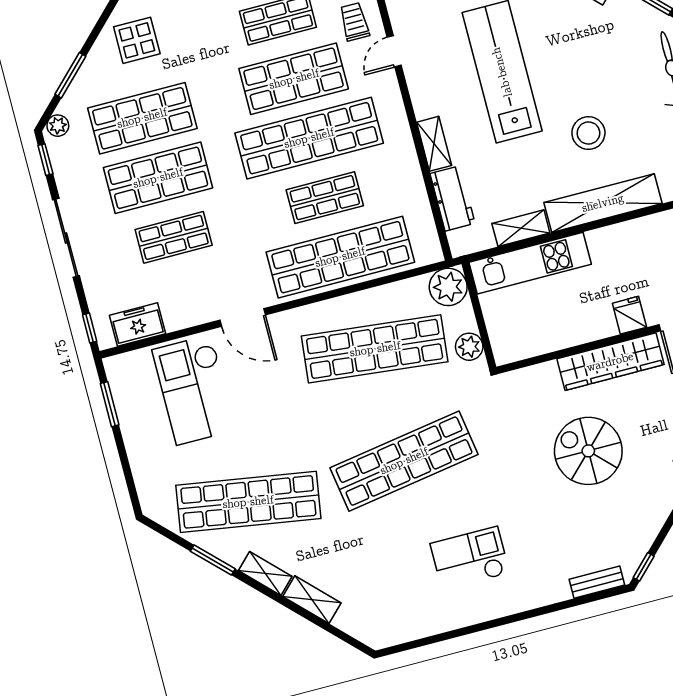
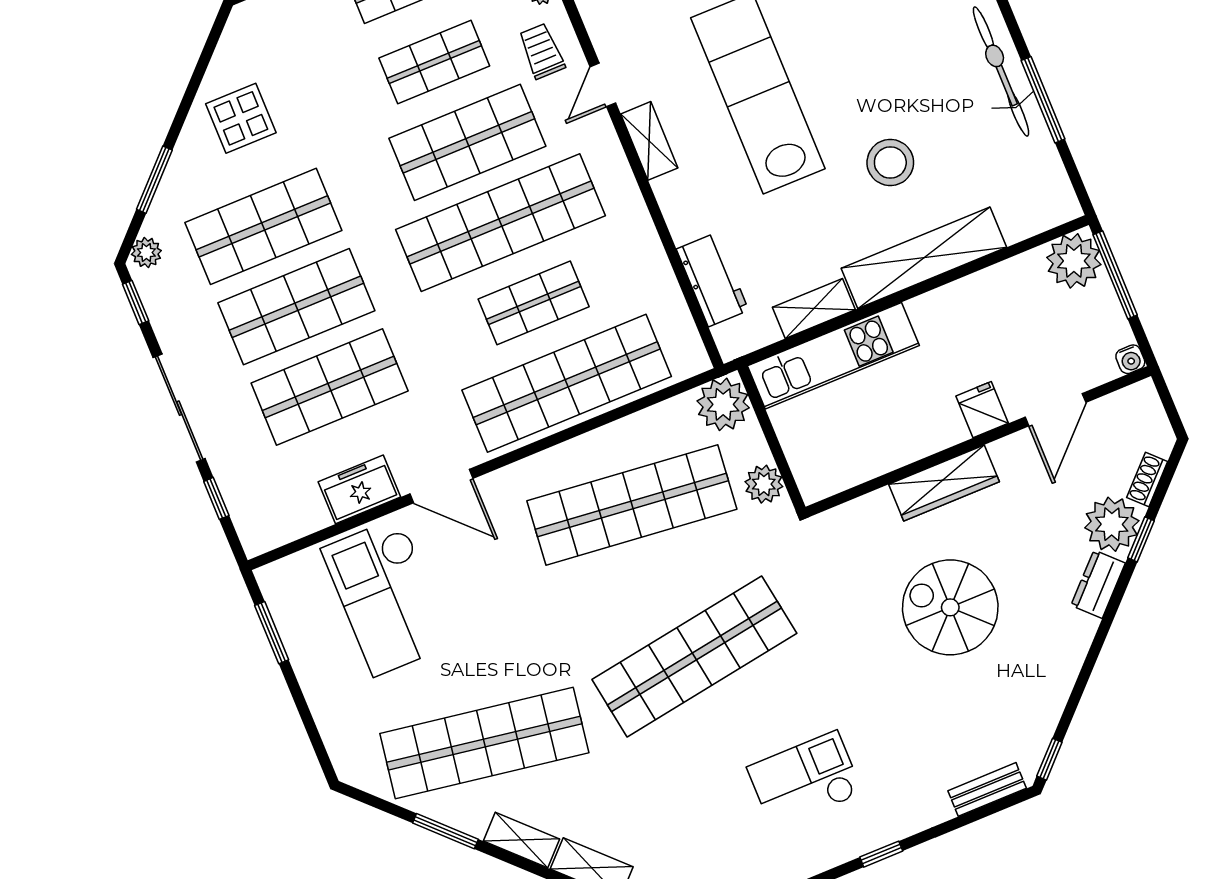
shelving: (434, 144) -> (649, 141), moved
shop shelf: (174, 237) -> (330, 387), width x1.43, depth x1.36
freezer: (137, 324) -> (359, 489), moved
window: (90, 328) -> (216, 498), moved
wardrobe: (610, 362) -> (944, 483), width x0.71, depth x0.85
window: (516, 617) -> (881, 854), added

